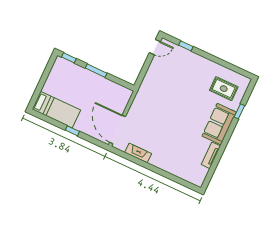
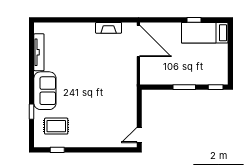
window: (186, 46) -> (57, 150), moved
window: (72, 131) -> (194, 20), moved
tv unit: (211, 155) -> (39, 52), width x1.41

